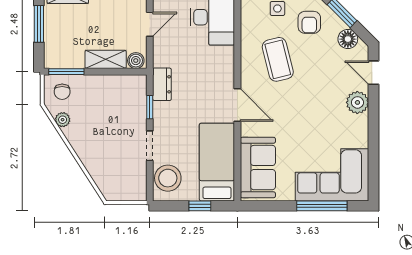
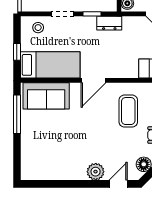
coffee table: (278, 59) -> (128, 111), turned -76
corner sofa: (332, 175) -> (41, 152), removed
stool: (168, 178) -> (38, 28), width x0.53, depth x0.53
window: (322, 206) -> (17, 114), moved

